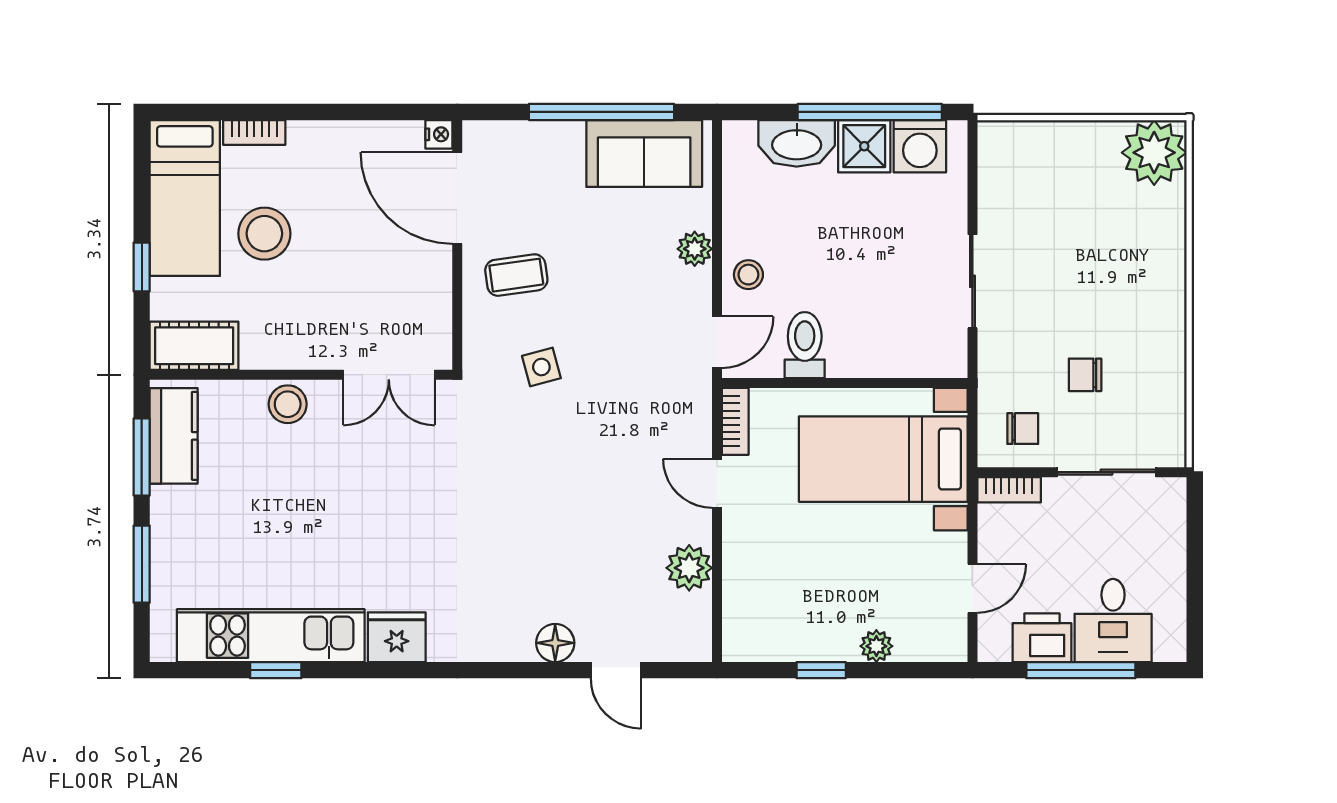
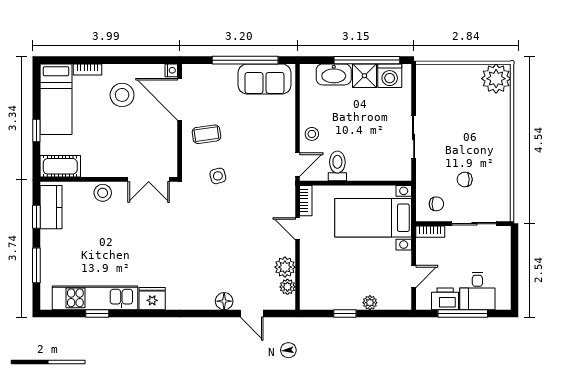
stool: (264, 234) -> (122, 95), moved
plant: (695, 249) -> (287, 287), moved
window: (142, 457) -> (36, 217), width x0.67

